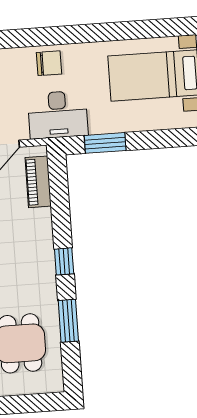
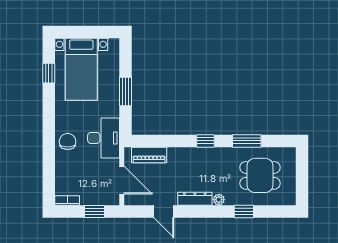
window: (145, 29) -> (49, 73), added
window: (105, 143) -> (126, 92), moved

